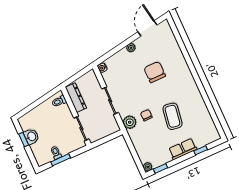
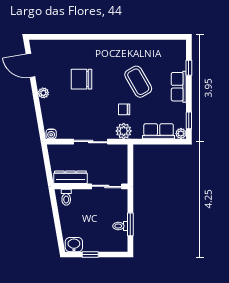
coffee table: (172, 116) -> (138, 82), turned 51
washbasin: (31, 136) -> (74, 245), moved
row of seats: (142, 149) -> (159, 131), added

